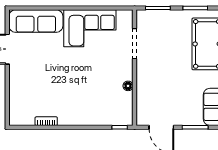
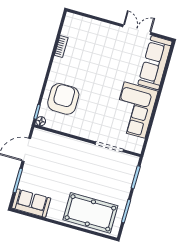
floor lamp: (128, 86) -> (41, 121), moved
armchair: (99, 104) -> (63, 99), added

